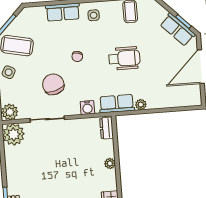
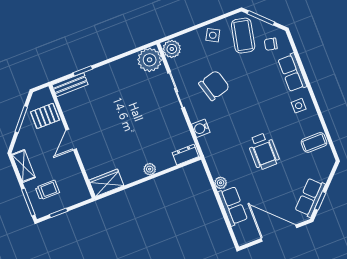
chair: (77, 56) -> (271, 44), moved
row of seats: (117, 104) -> (233, 206), moved

